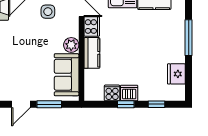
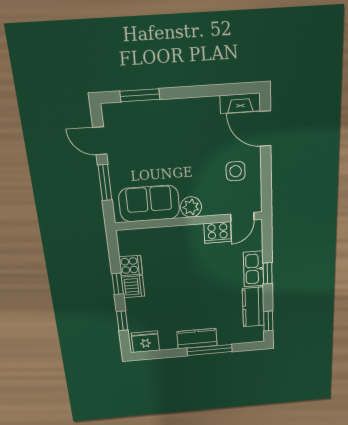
kitchen counter: (92, 53) -> (197, 339), moved, turned 180
fridge: (176, 74) -> (145, 342), moved

